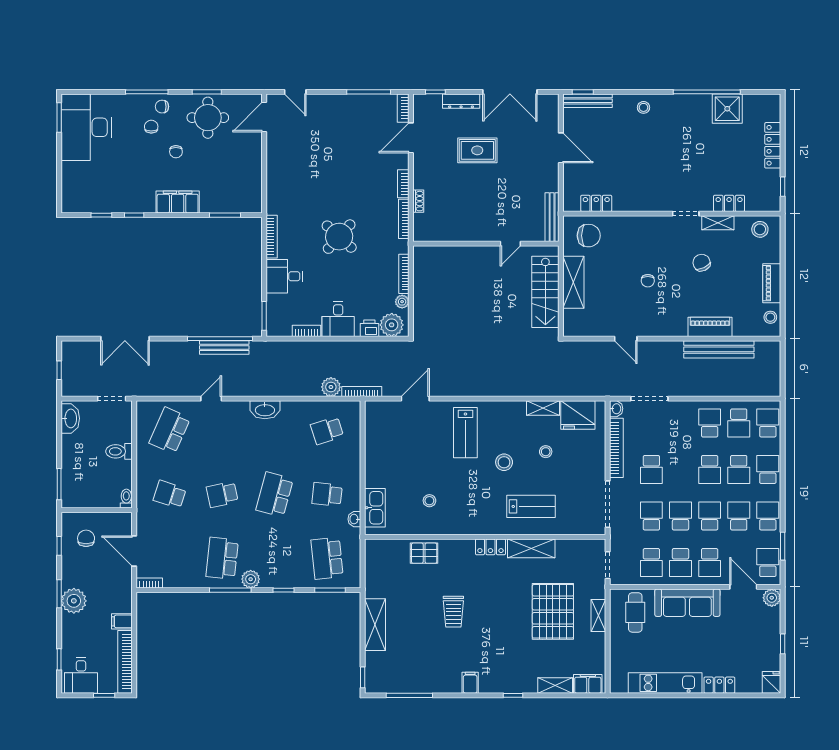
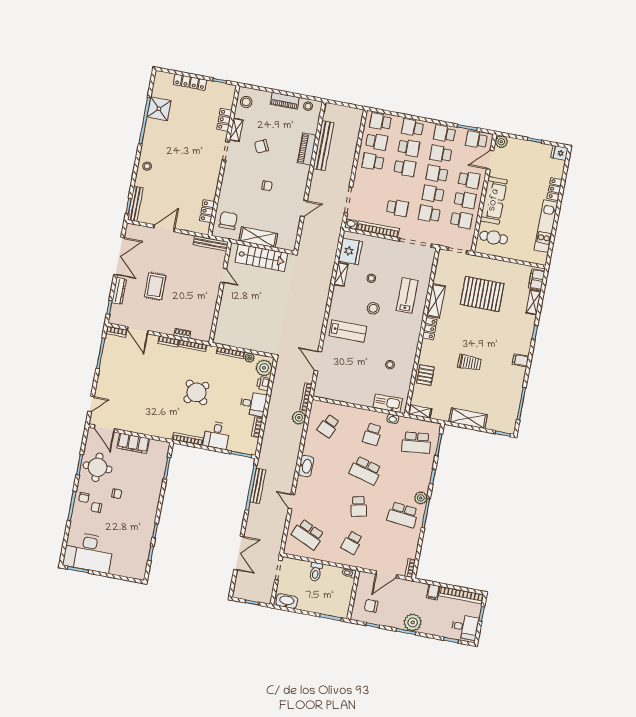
filing cabinet: (178, 202) -> (133, 443), moved, turned -90
school desk: (327, 431) -> (328, 426), turned 42
shelving: (598, 615) -> (420, 411), moved

